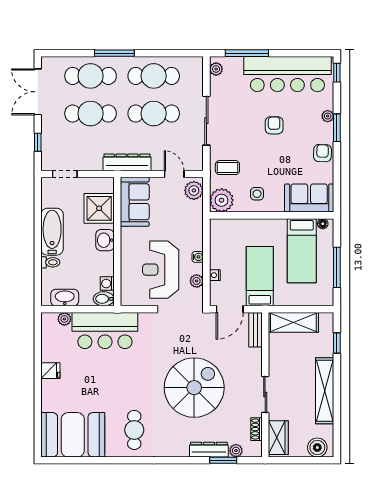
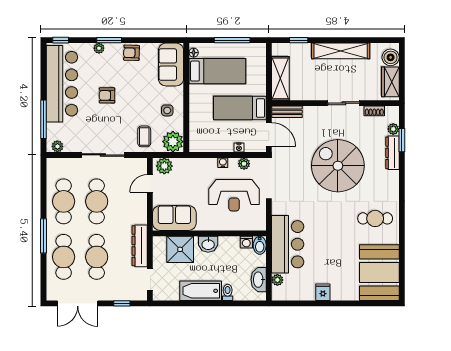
dresser: (127, 162) -> (140, 246), moved
wardrobe: (278, 438) -> (390, 82), moved, turned -90

